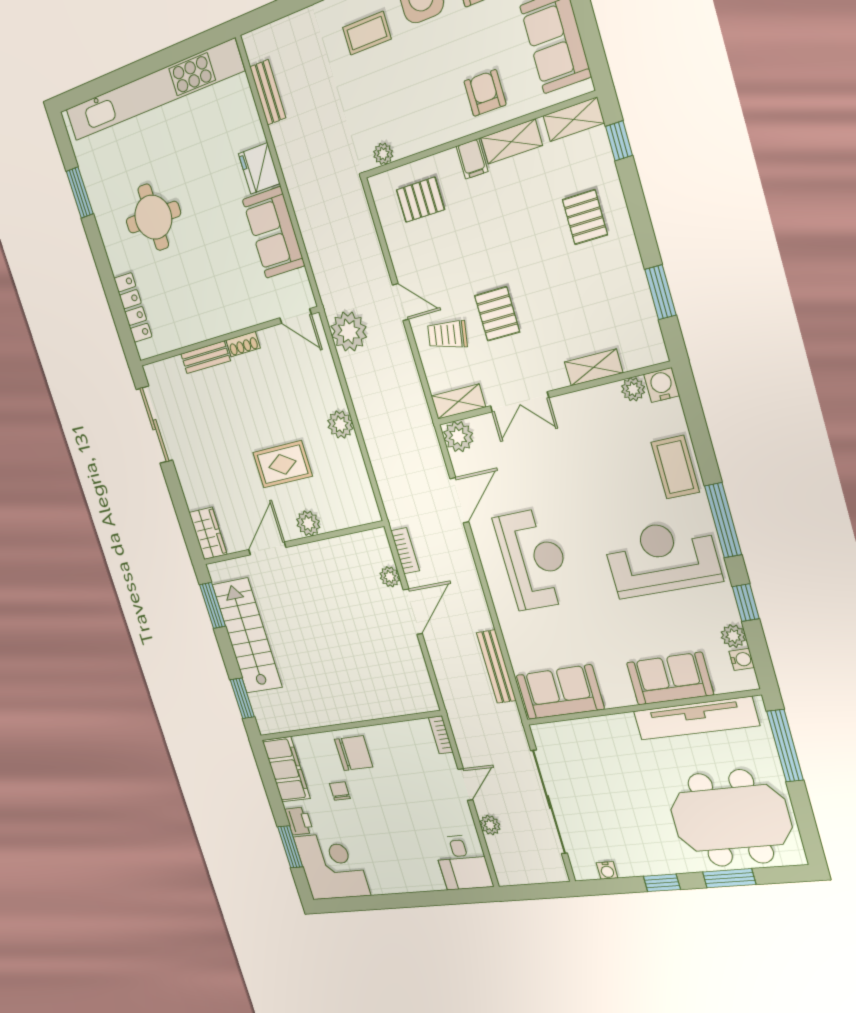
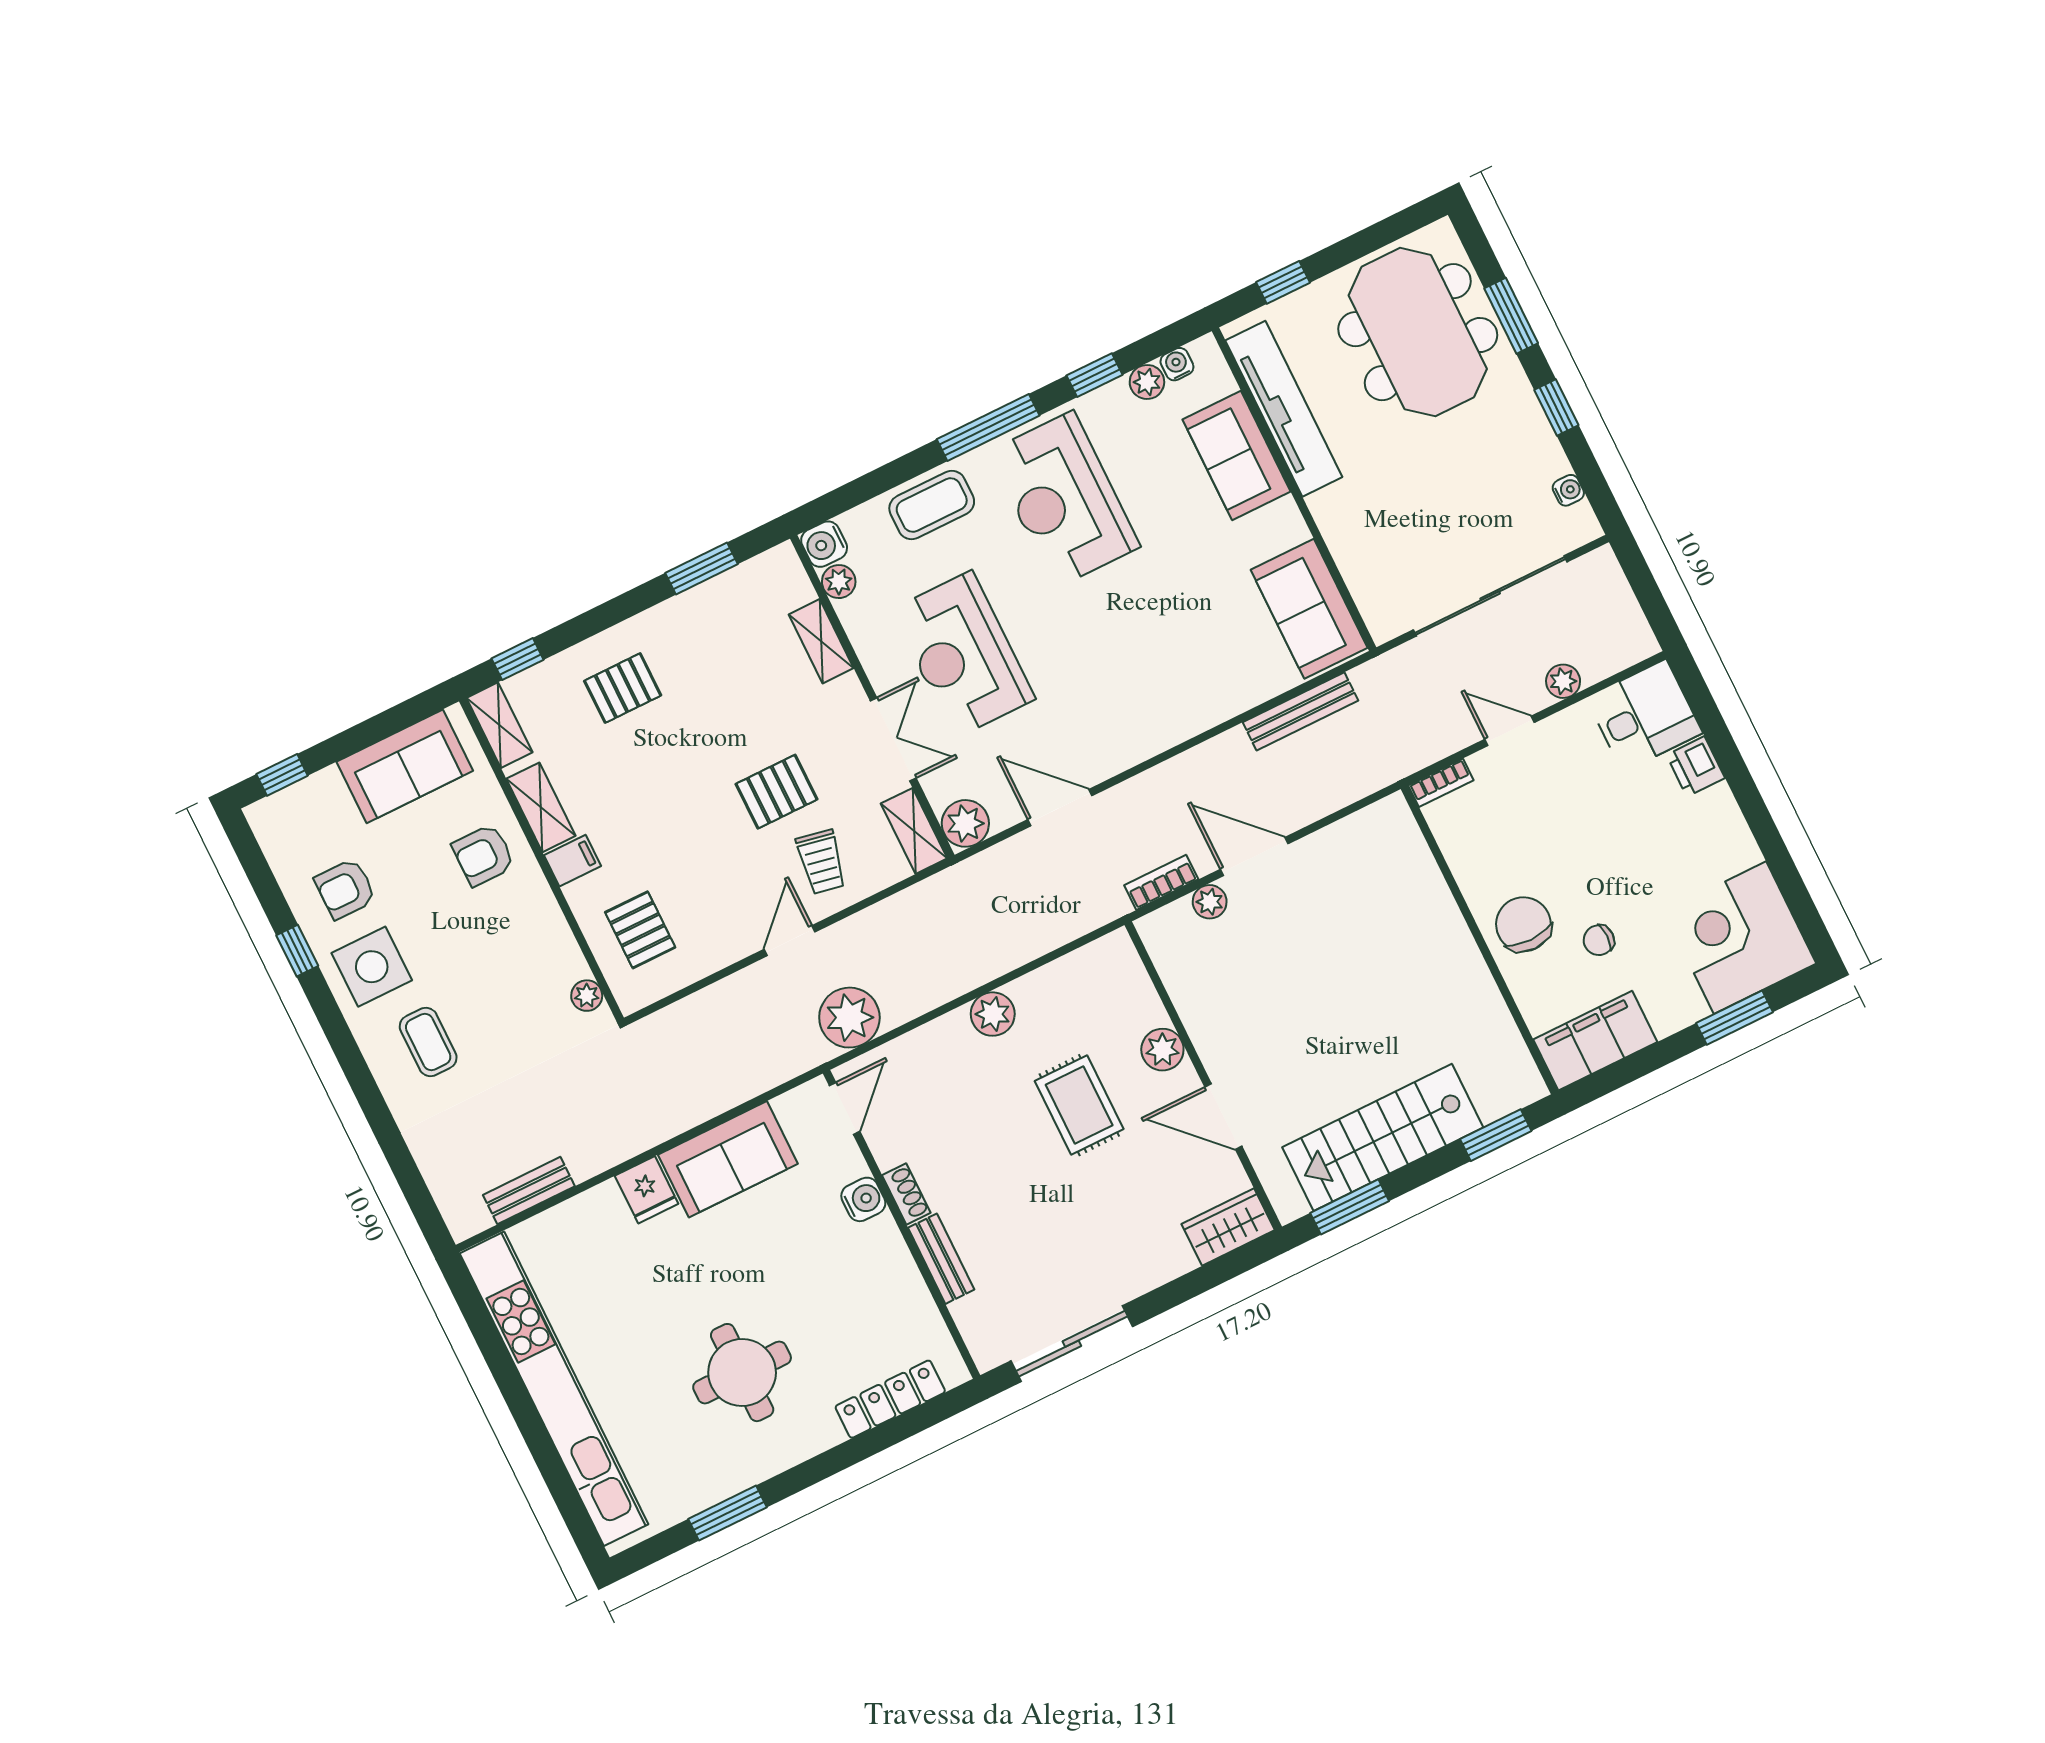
fridge: (259, 169) -> (647, 1190), width x0.72
water cooler: (242, 316) -> (863, 1199), added
reception desk: (534, 559) -> (963, 654), moved, turned -90
window: (785, 746) -> (1283, 282), width x0.46
printer: (299, 821) -> (1696, 766), moved, turned -90

